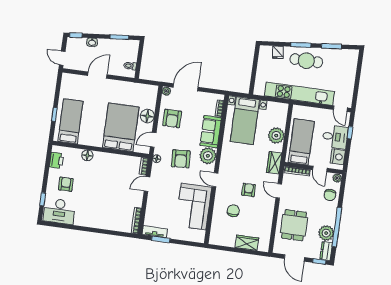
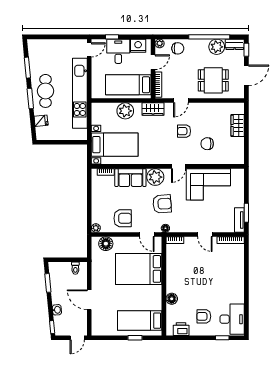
door: (186, 87) -> (89, 209), removed
floor lamp: (147, 116) -> (106, 244), moved
door: (147, 184) -> (205, 234), moved

